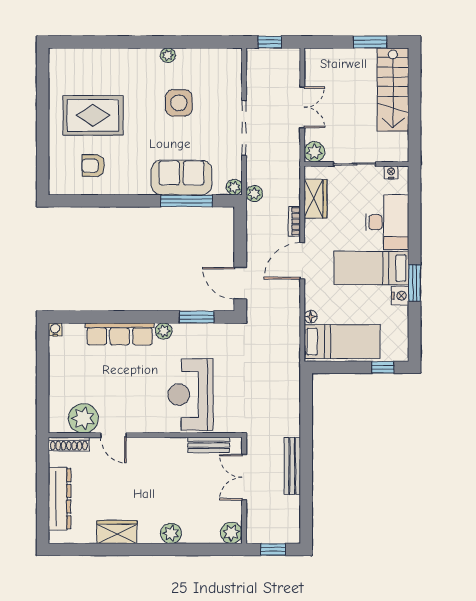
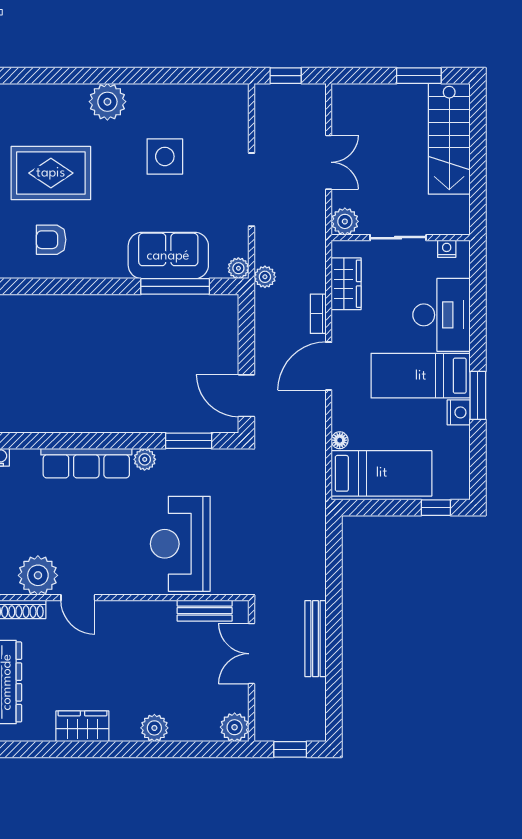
plant: (168, 55) -> (107, 102), moved, width x1.88, depth x1.88

